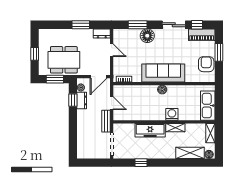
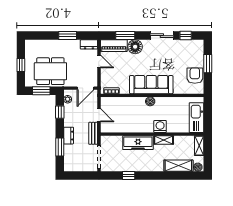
piano: (202, 35) -> (114, 46), moved
dresser: (82, 100) -> (69, 136), moved
window: (73, 135) -> (60, 147), added

